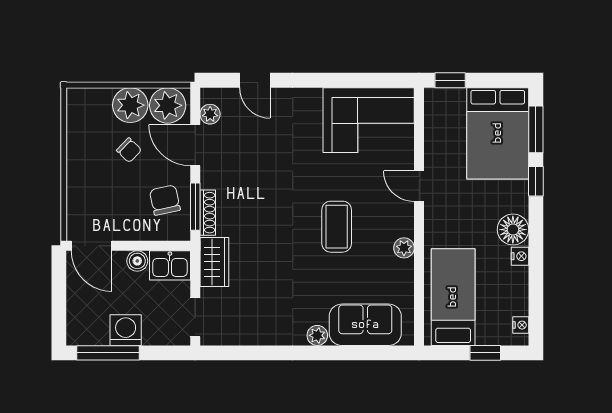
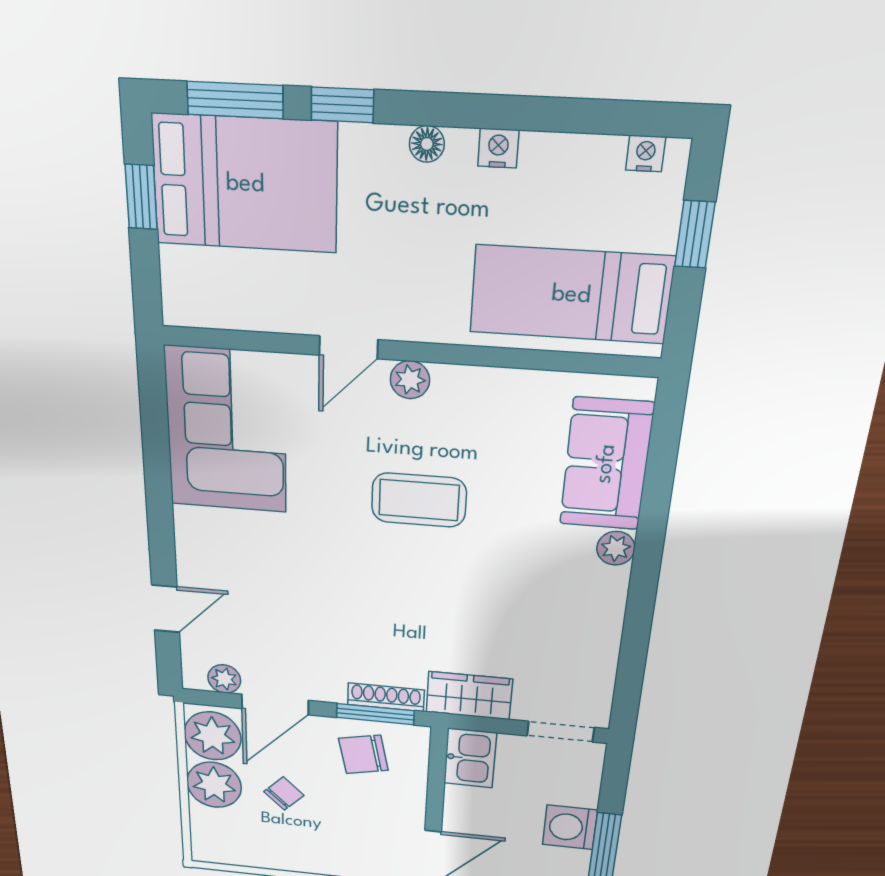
window: (450, 80) -> (141, 197), moved
floor lamp: (513, 230) -> (427, 144), width x0.53, depth x0.53
plant: (404, 248) -> (410, 380), moved
boiler: (137, 261) -> (460, 801), removed

